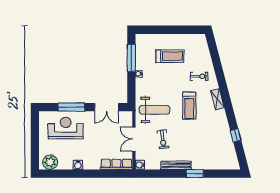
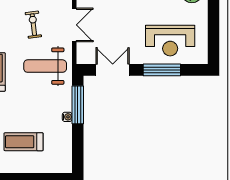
window: (131, 58) -> (78, 105), moved

